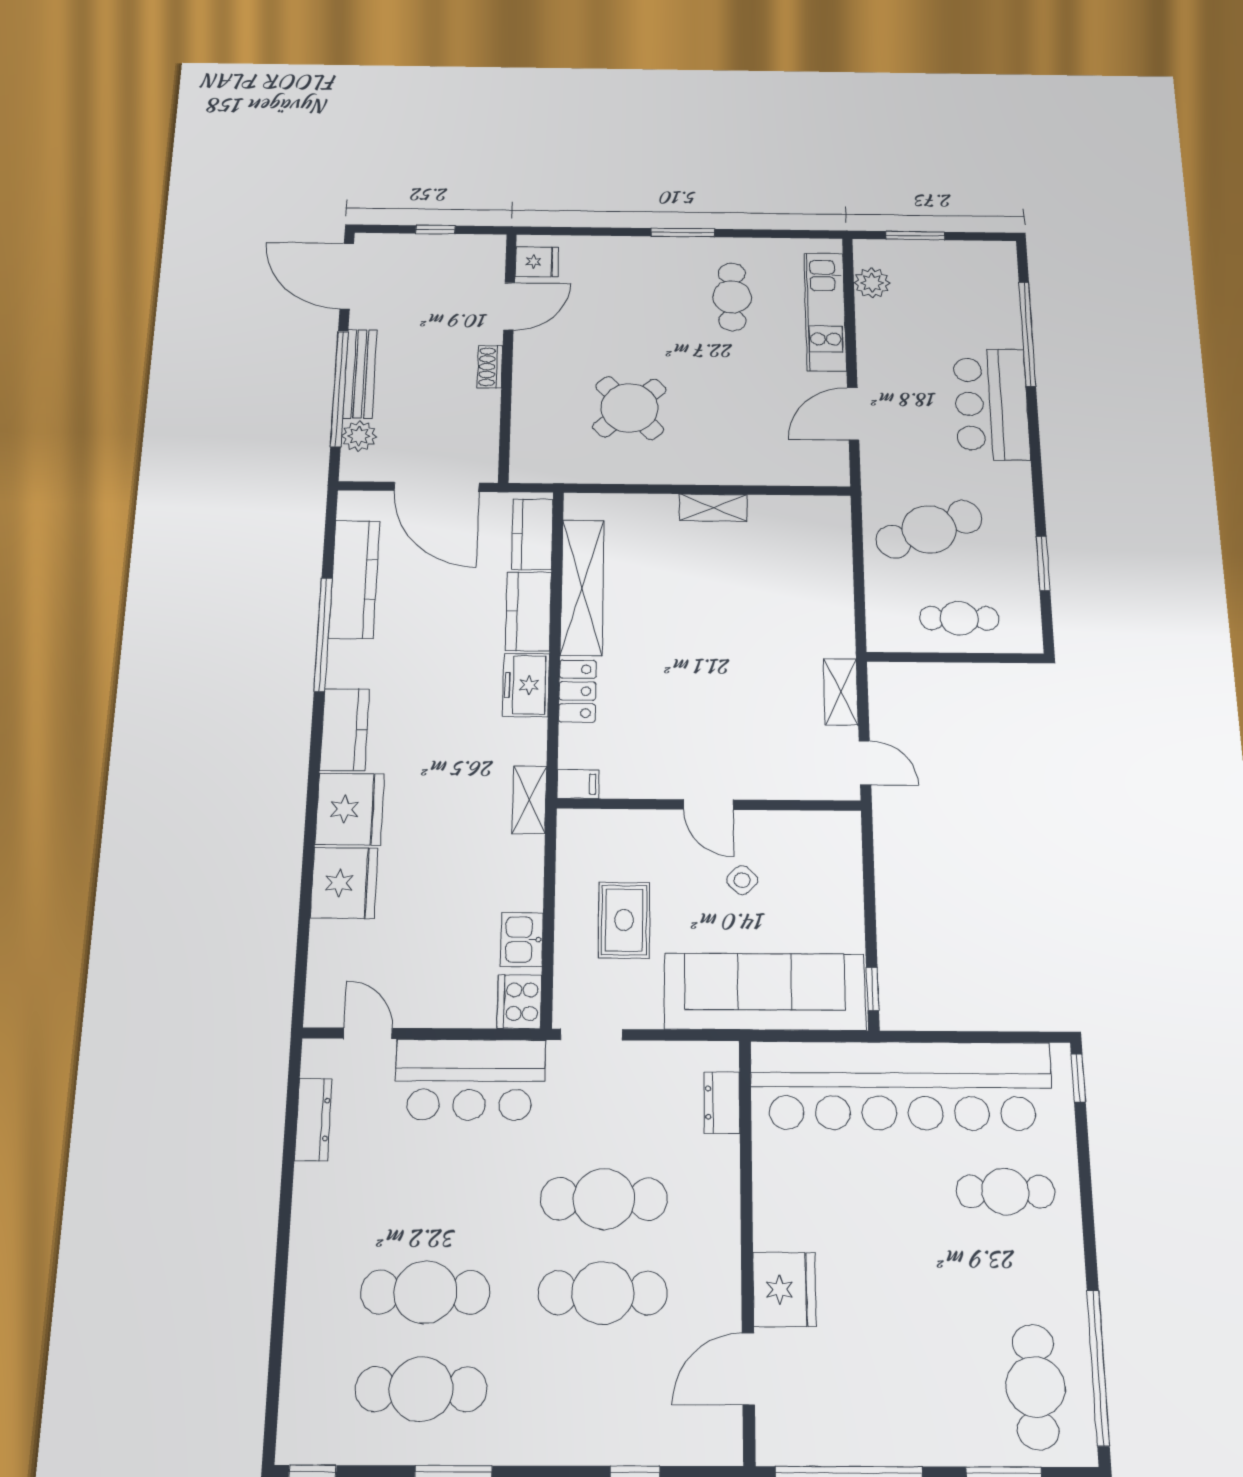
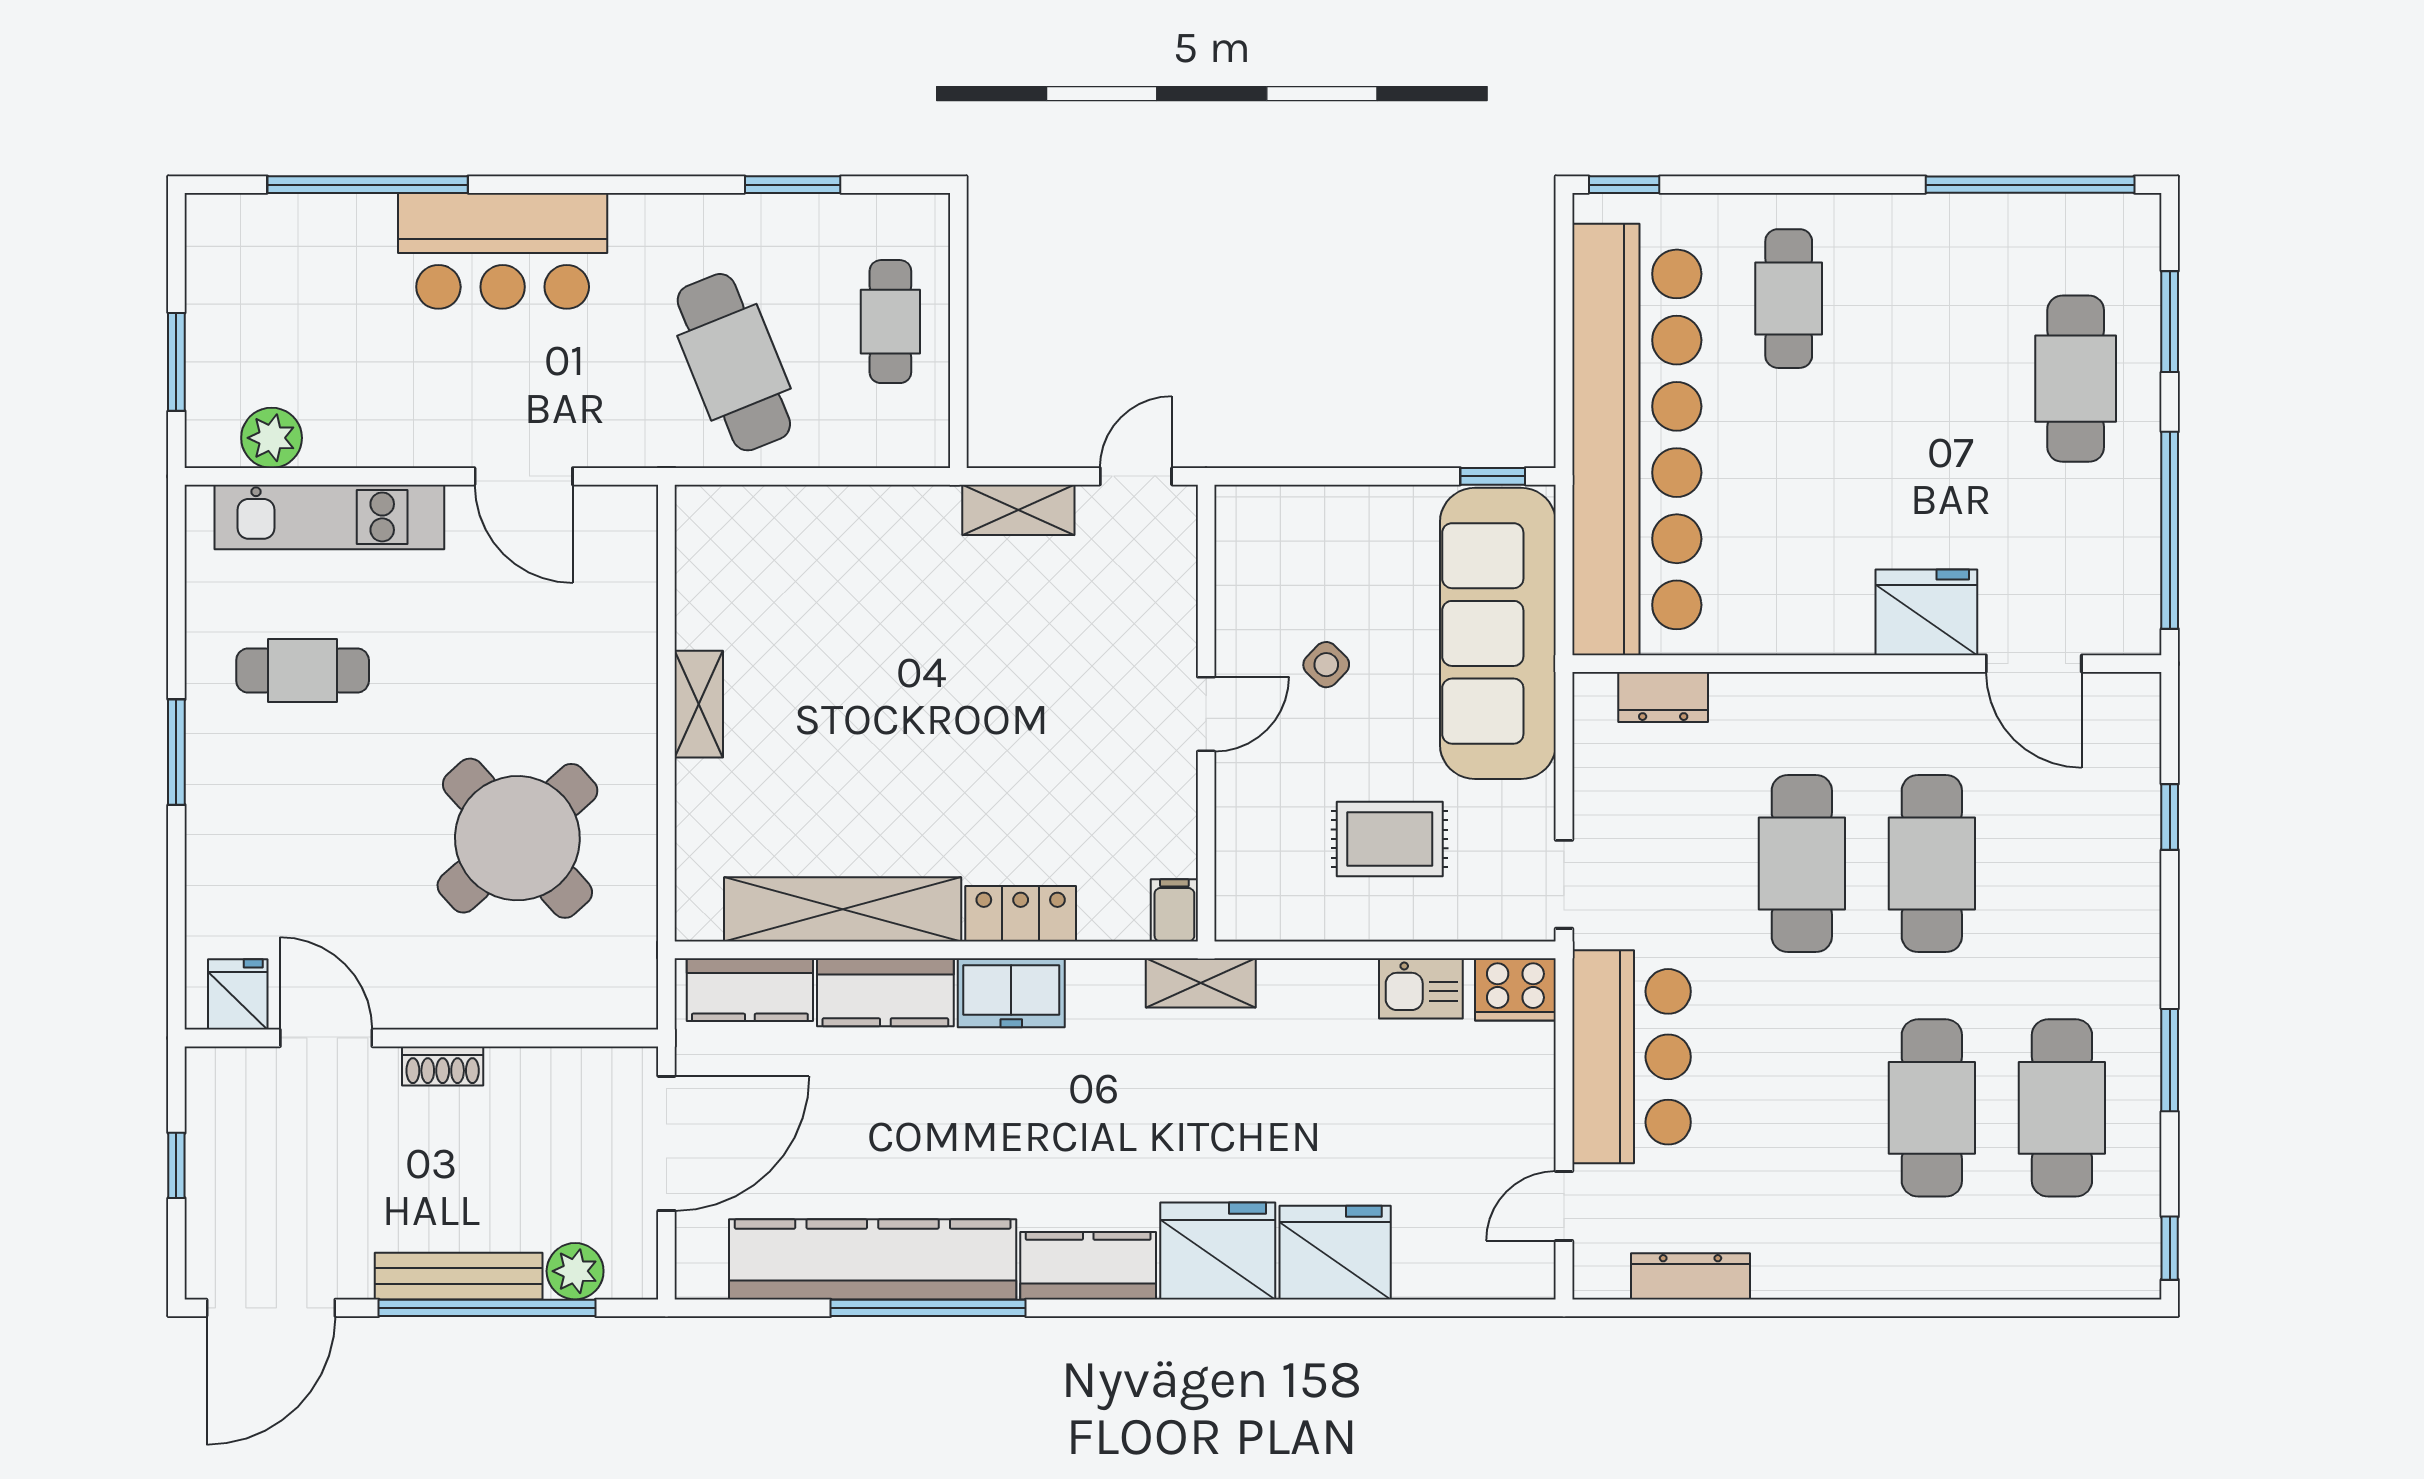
round table: (630, 408) -> (517, 838), width x1.36, depth x1.36
kitchen counter: (354, 579) -> (873, 1259), width x1.39, depth x1.17
cafe table: (1035, 1387) -> (2076, 379), moved, turned 90

